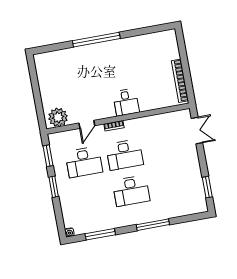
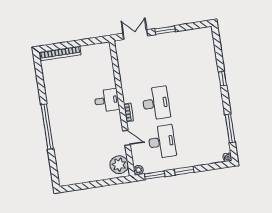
bookcase: (180, 81) -> (60, 53), moved
plant: (53, 138) -> (138, 170), added
window: (207, 187) -> (165, 30), moved
desk: (131, 191) -> (190, 98), removed
window: (153, 225) -> (222, 79), width x0.46

